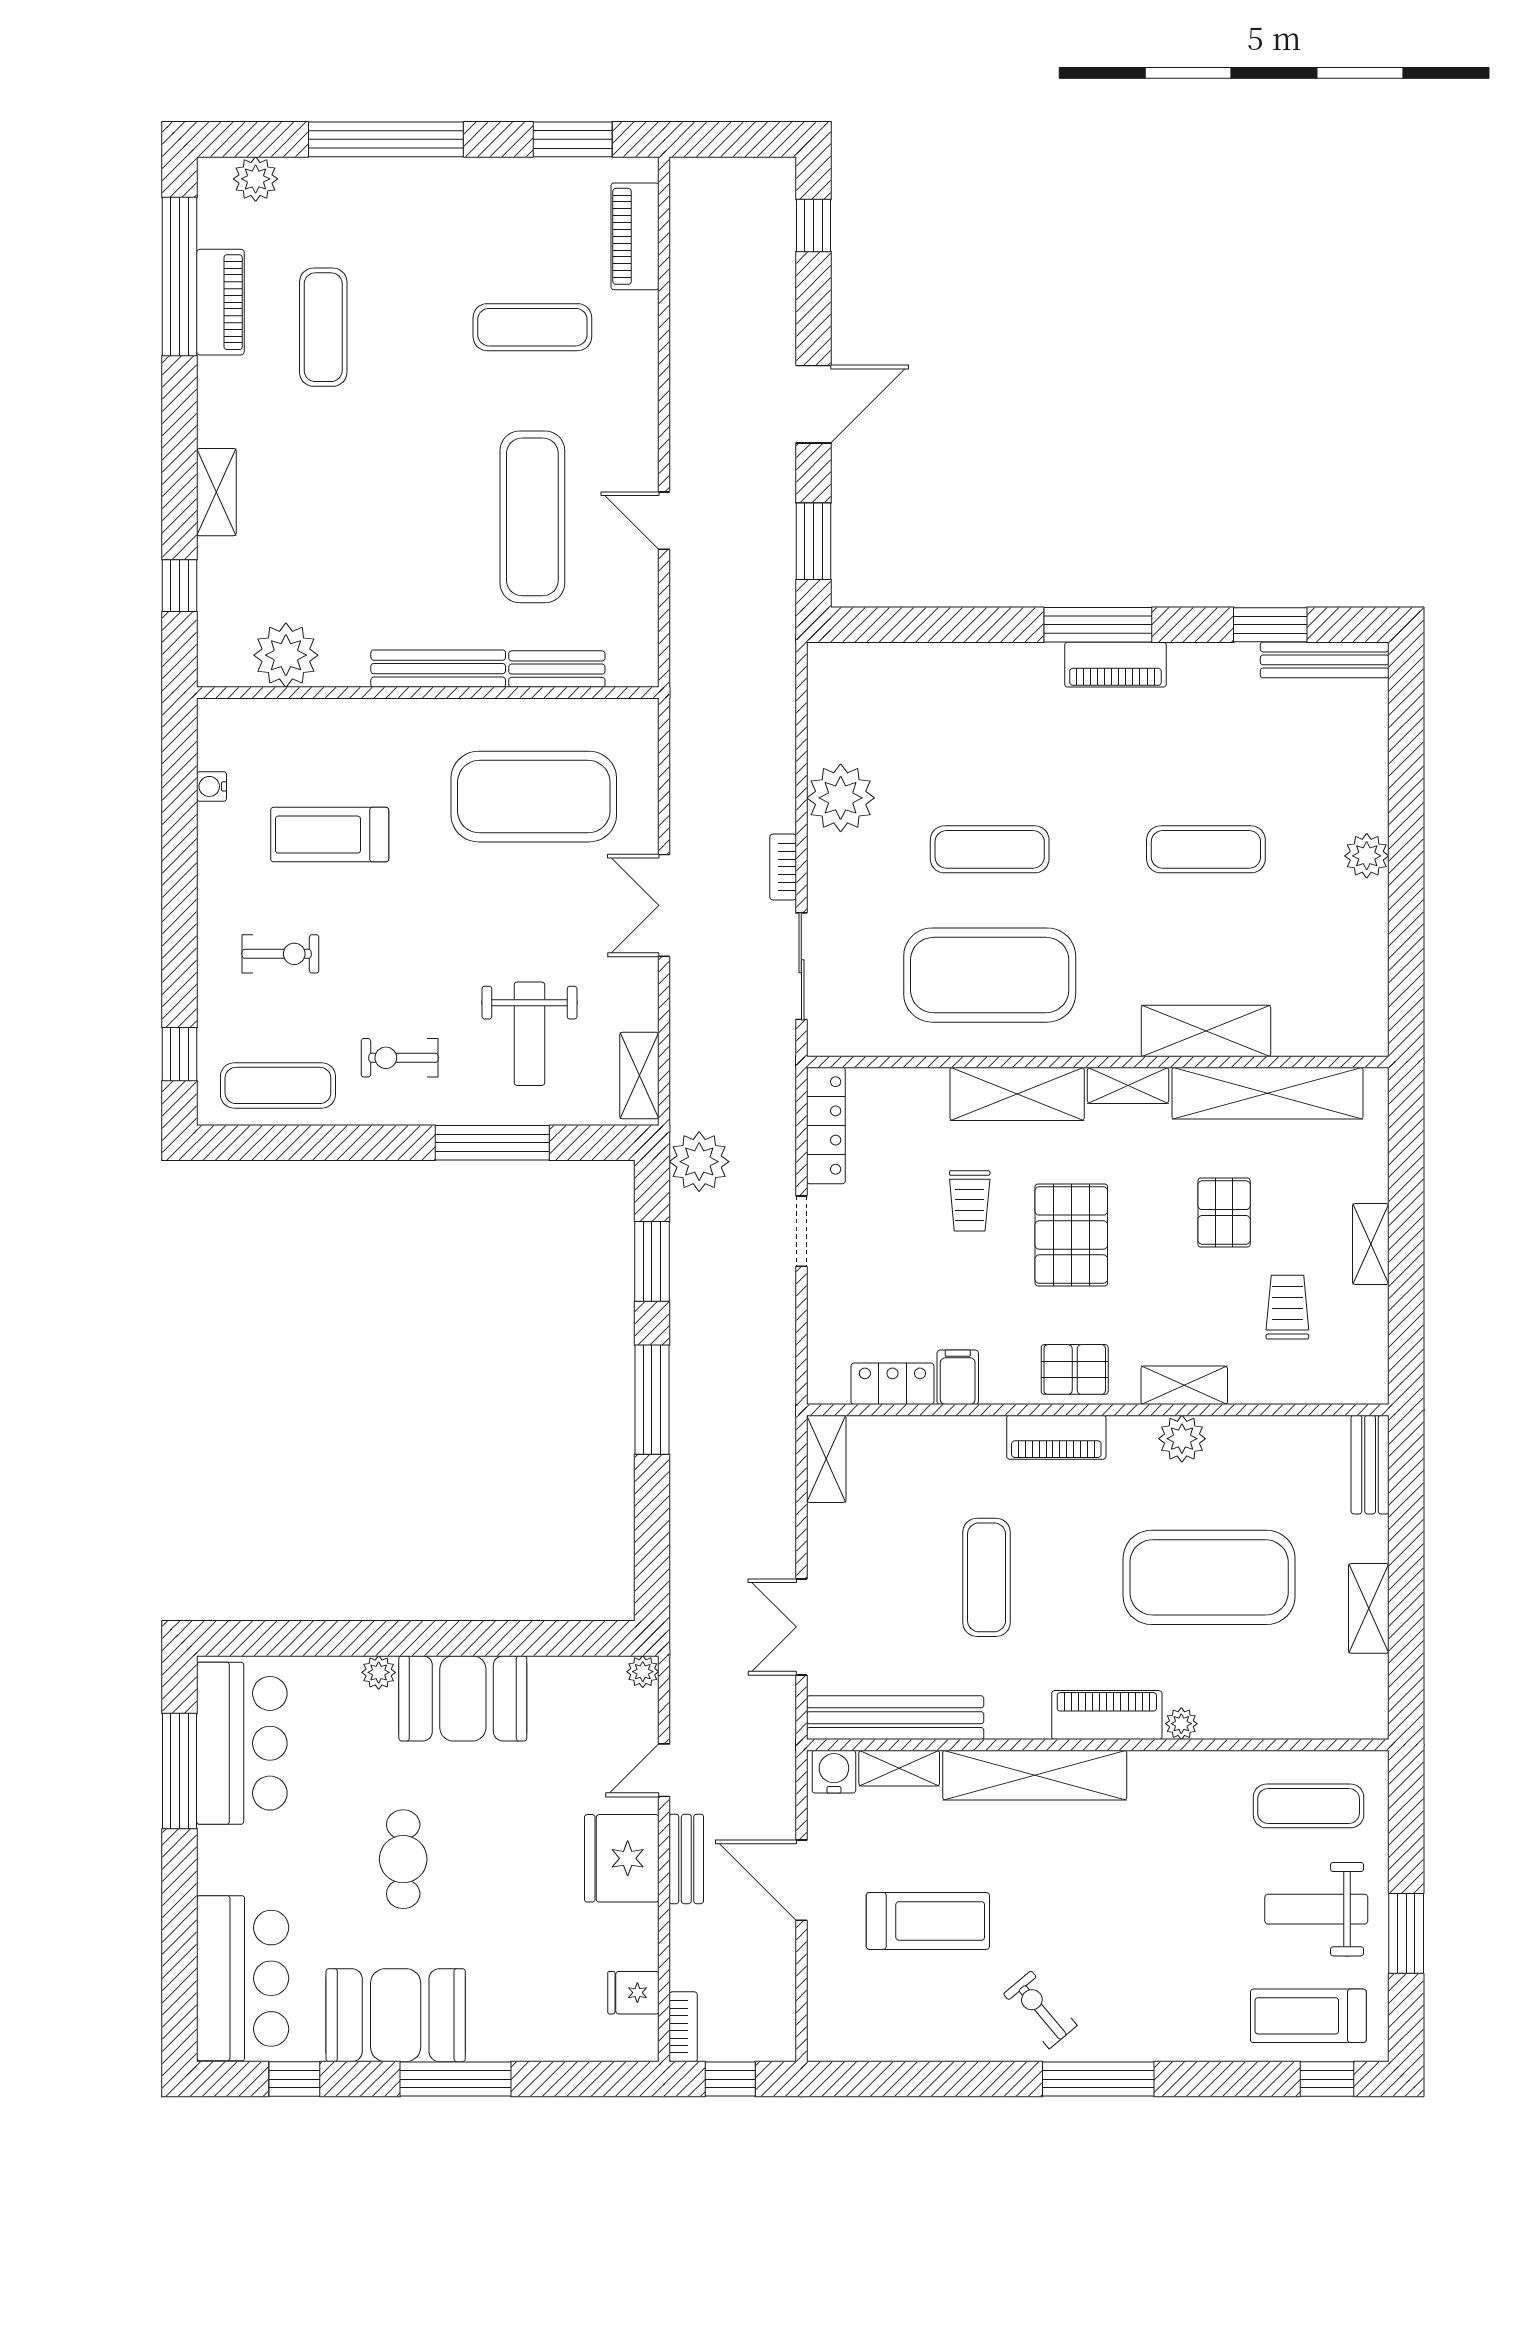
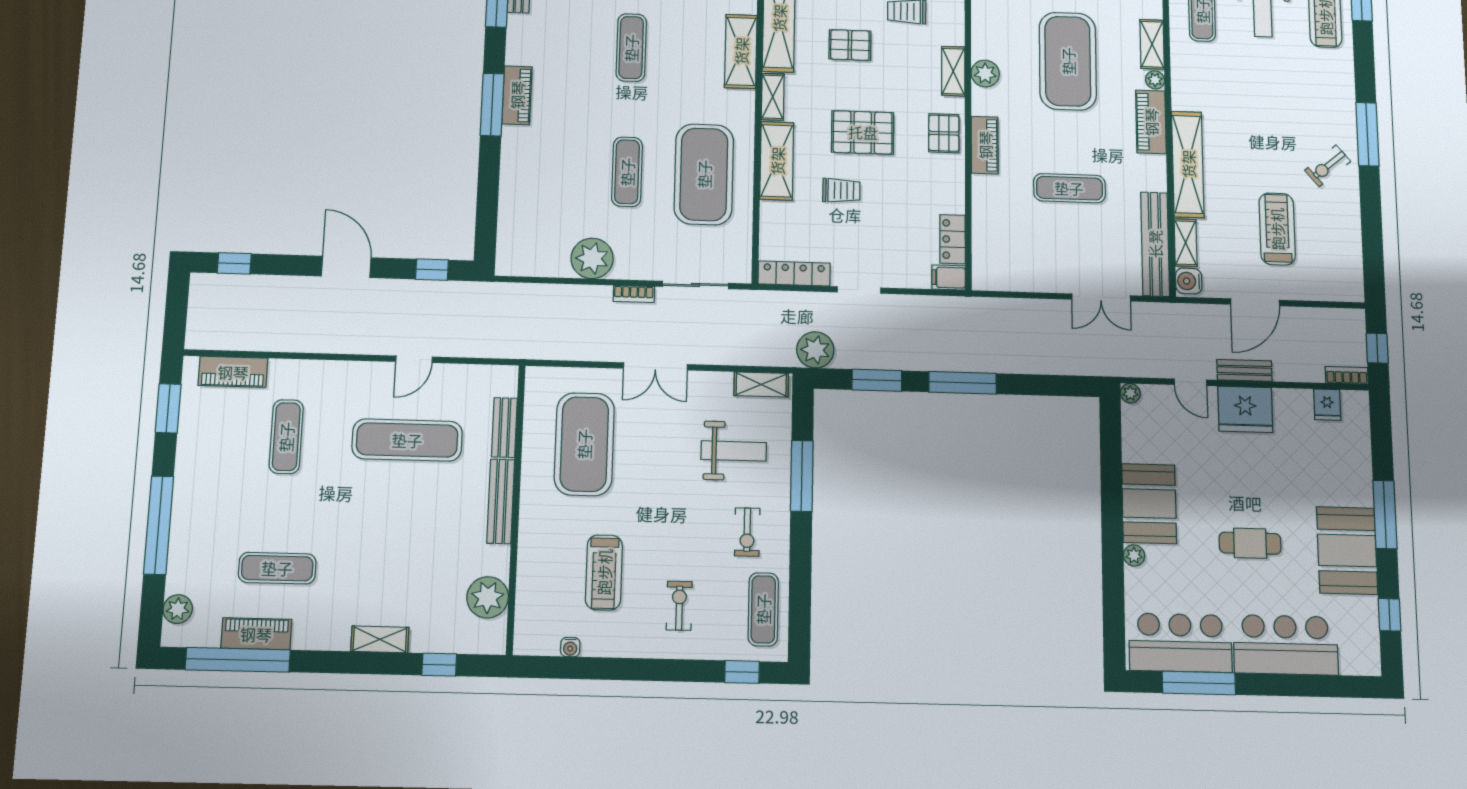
window: (813, 541) -> (432, 270), width x0.67
filing cabinet: (958, 1377) -> (949, 278), moved
shelving: (826, 1459) -> (1152, 44), moved, turned 90
bar counter: (243, 1978) -> (1286, 645), moved

